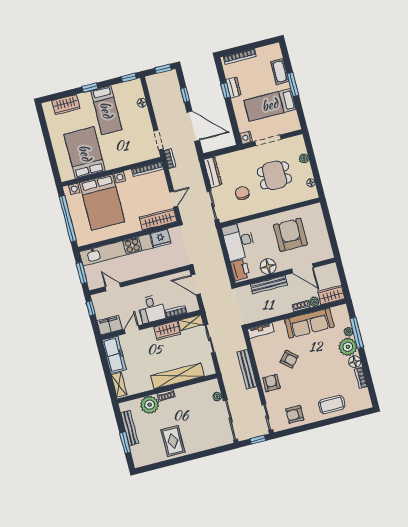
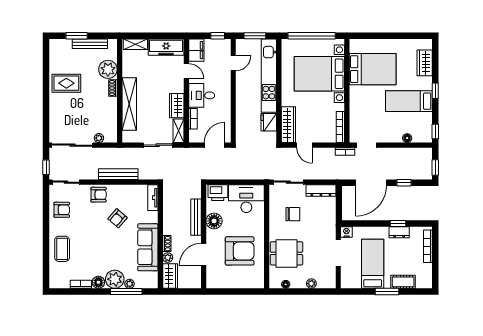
dining table: (274, 175) -> (286, 253), moved, turned 90
armchair: (295, 414) -> (62, 210), turned 90

